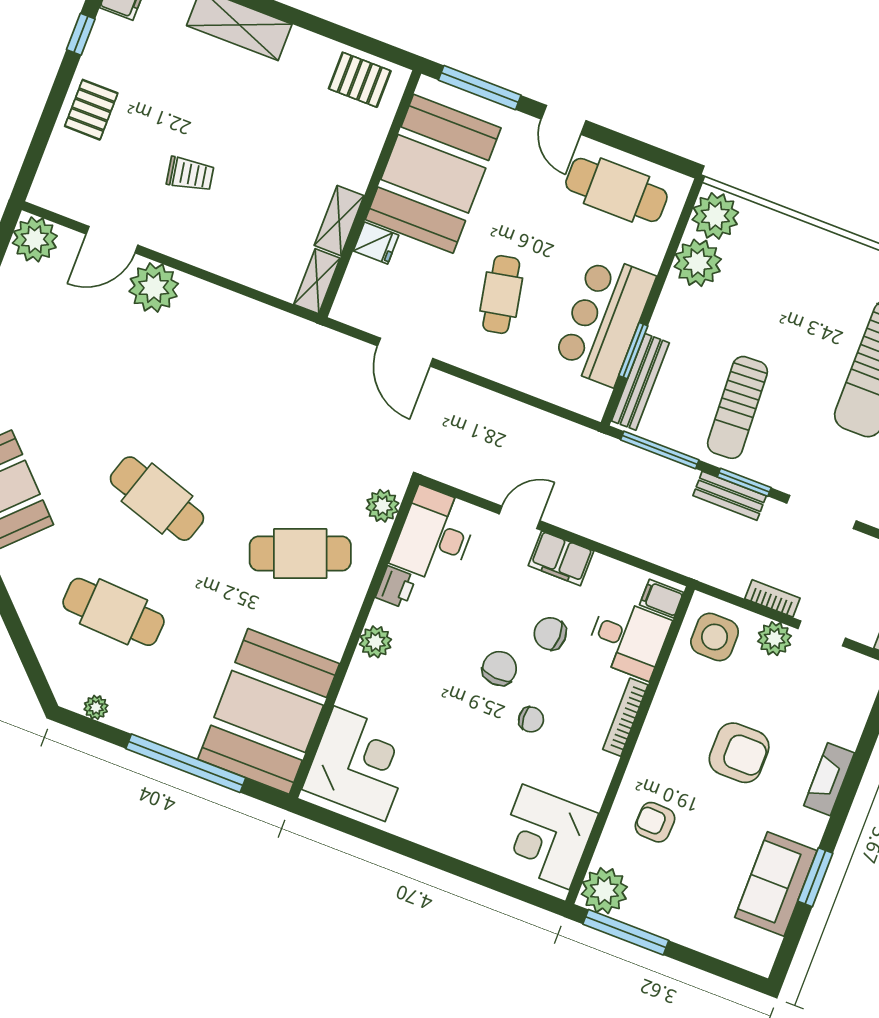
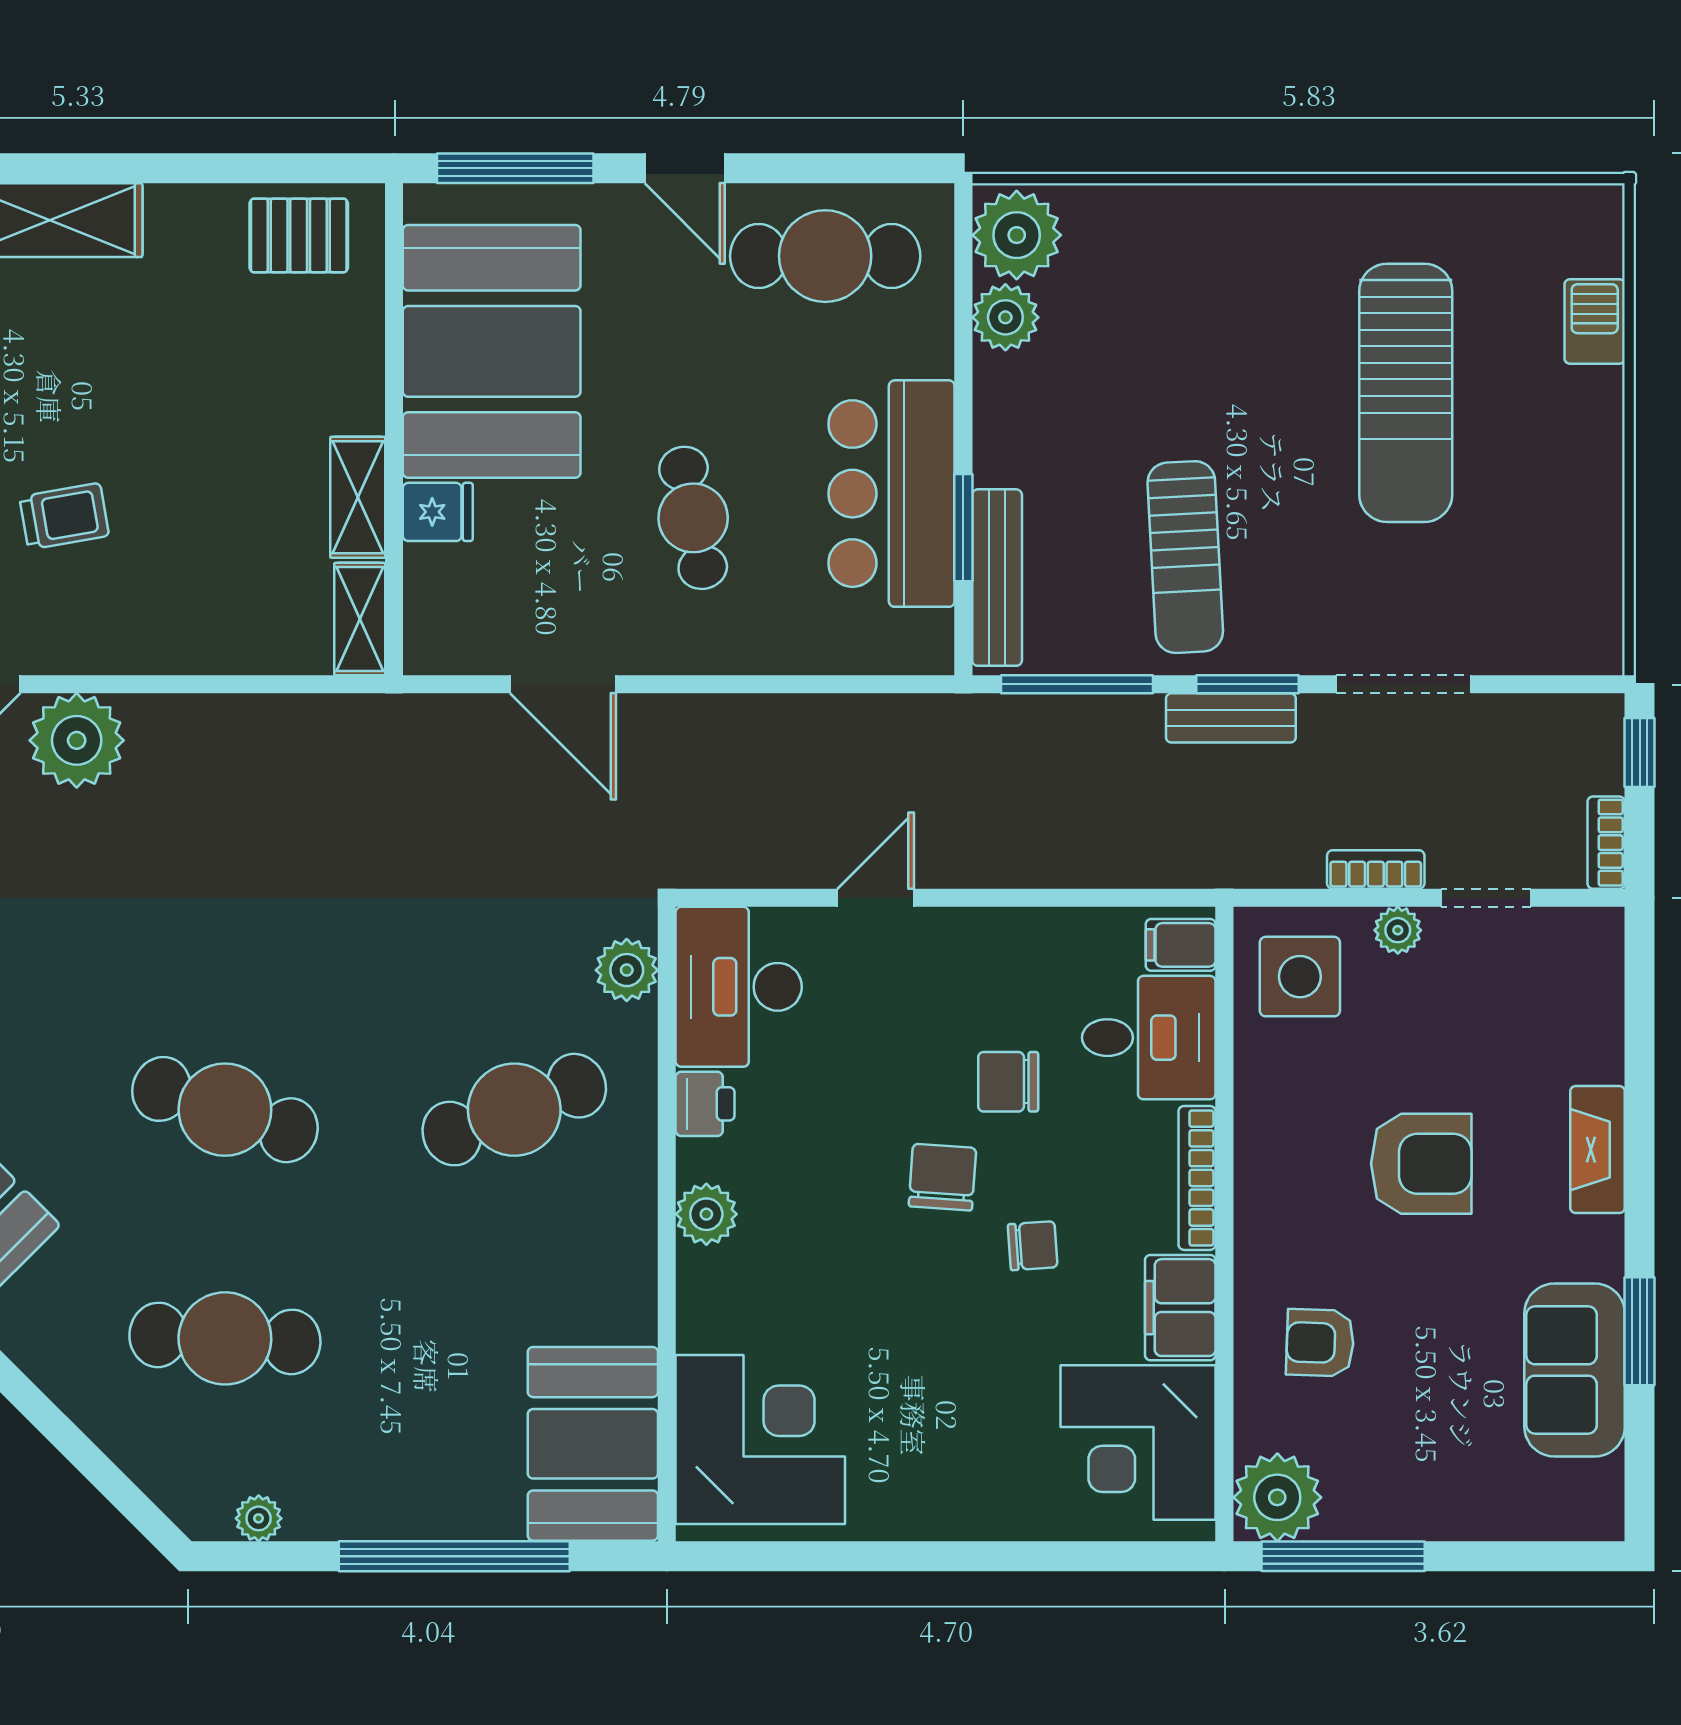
plant: (698, 263) -> (1005, 317), width x0.73, depth x0.73
filing cabinet: (561, 558) -> (1180, 1308), moved, turned 90
plant: (775, 639) -> (1398, 930), width x0.73, depth x0.73
booth: (269, 711) -> (593, 1444), width x0.73, depth x0.70

